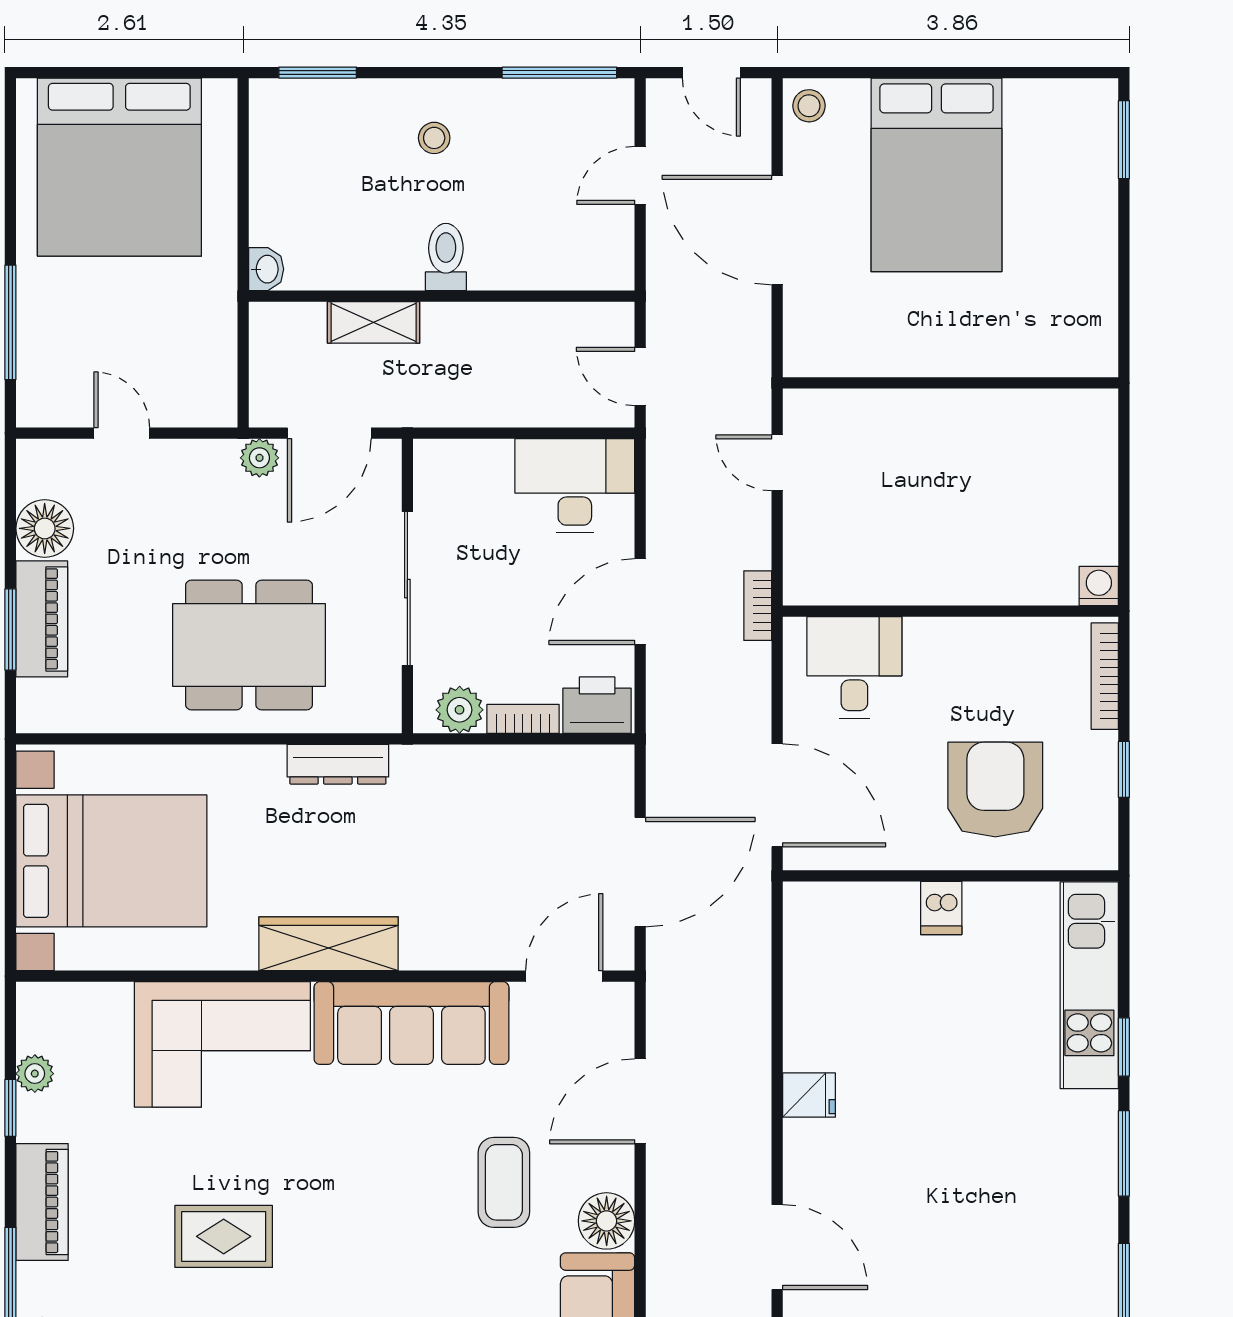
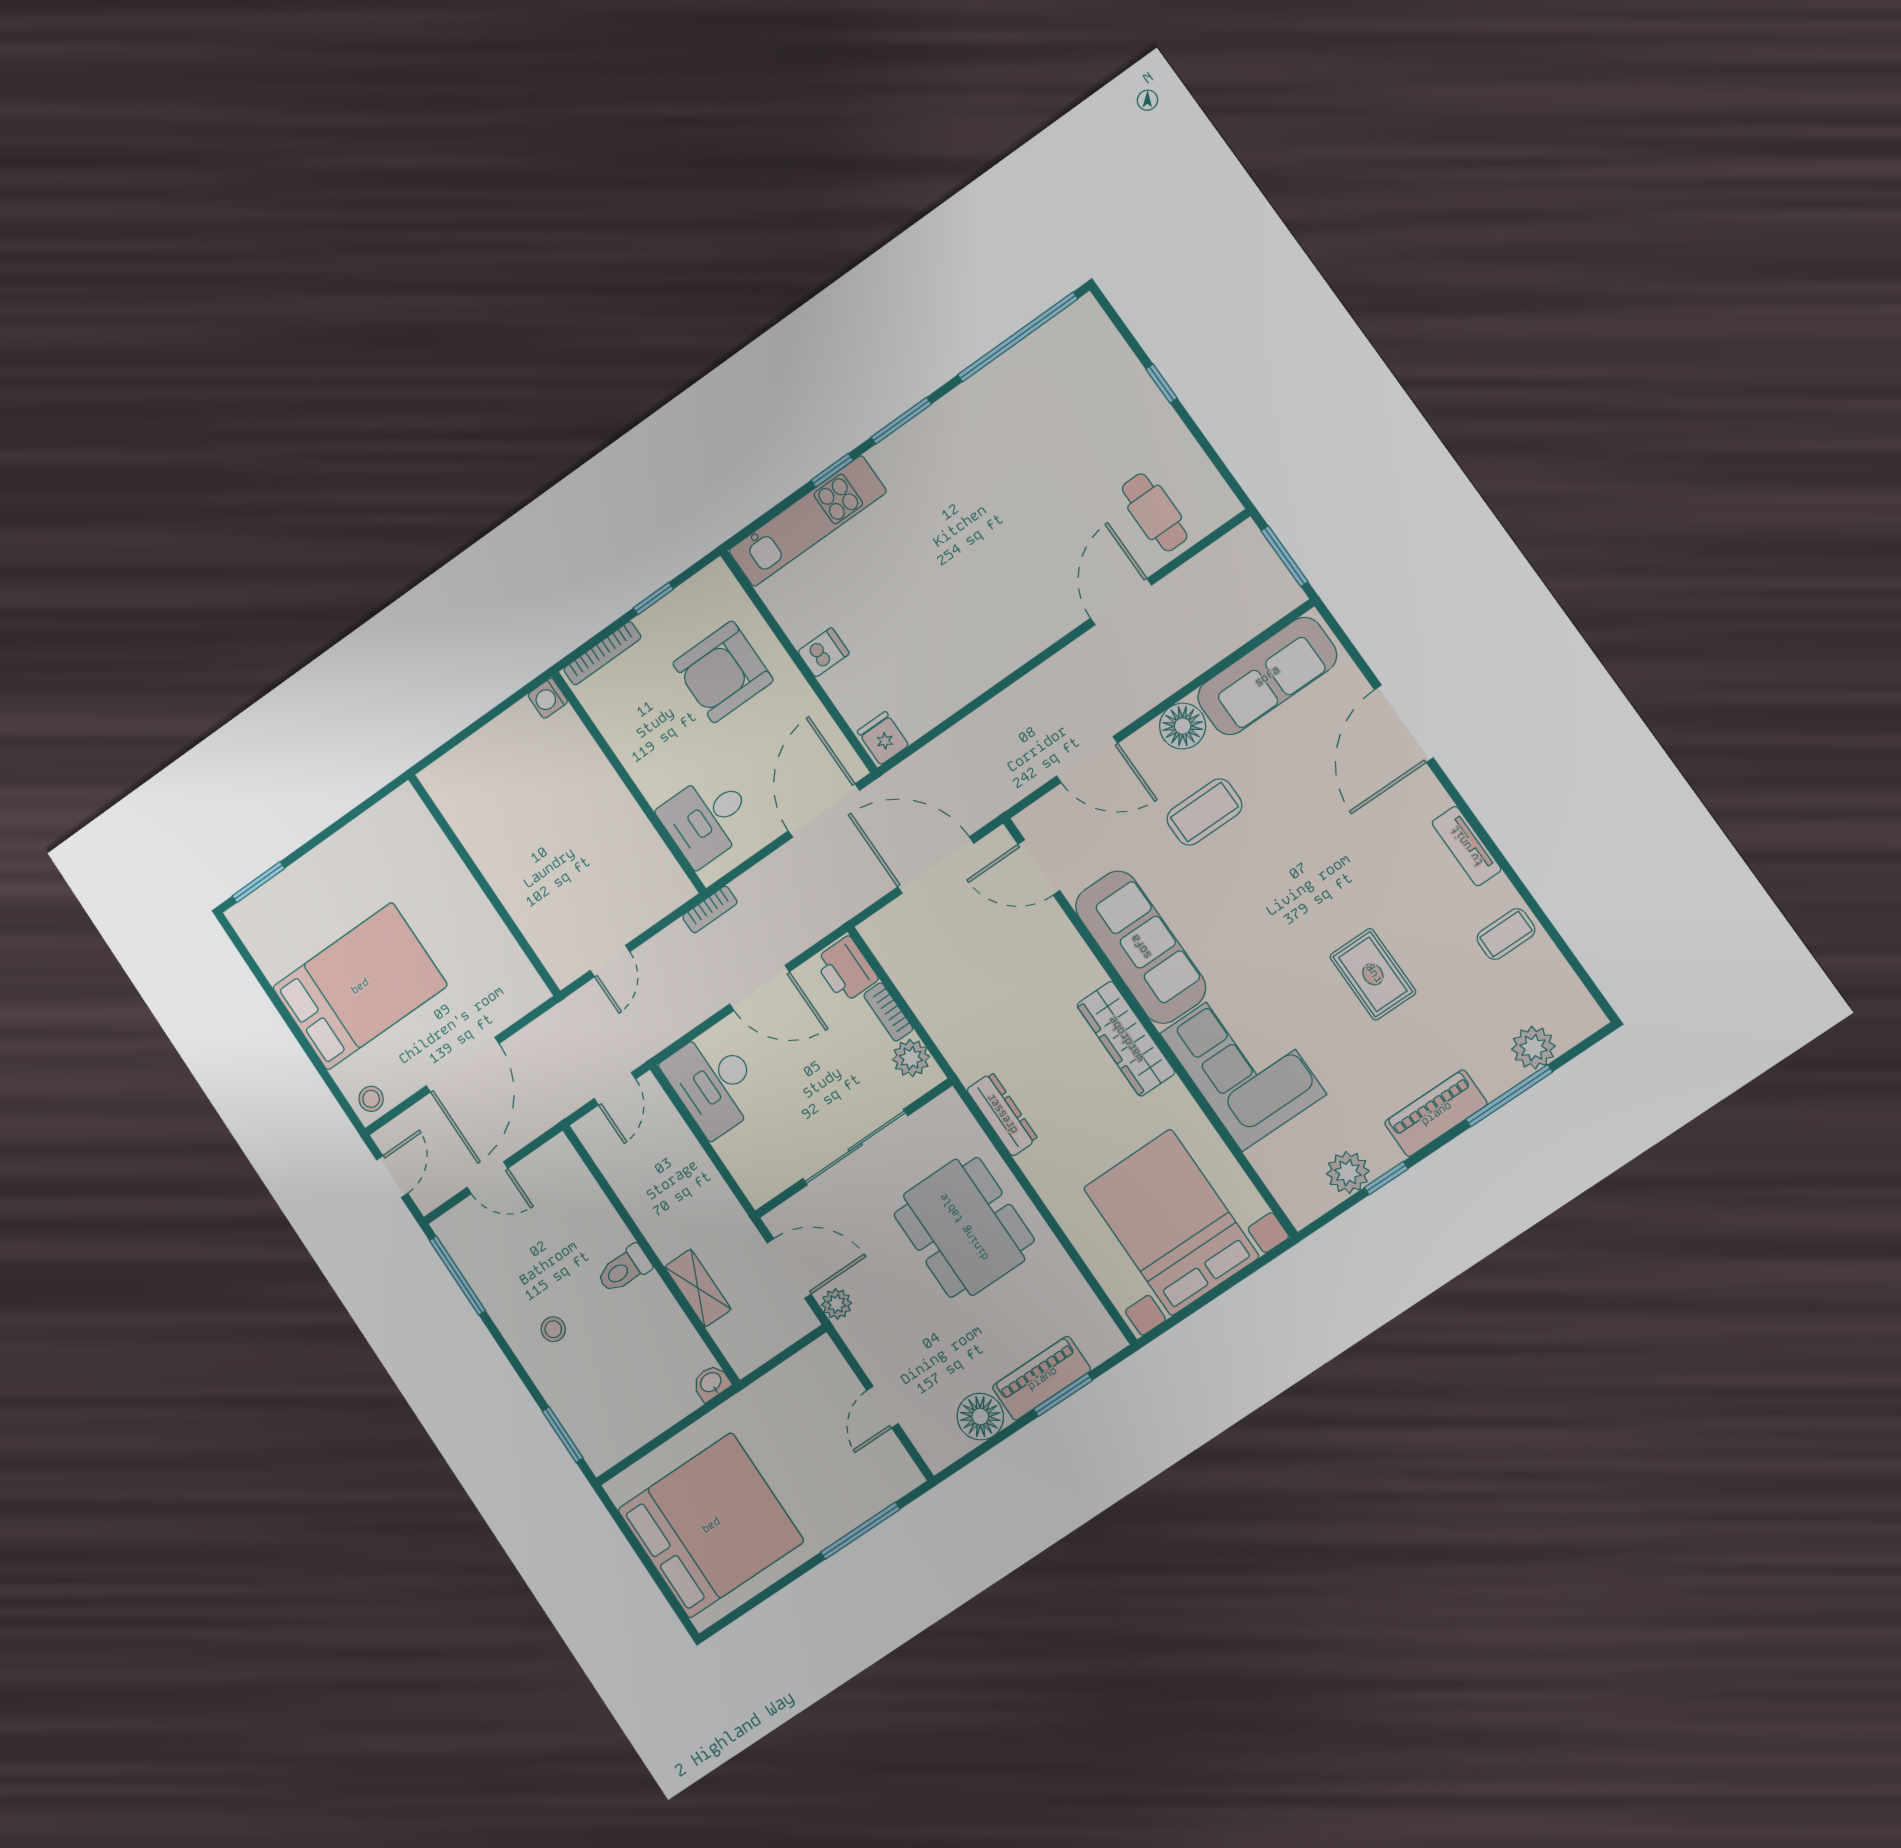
plant: (35, 1074) -> (1348, 1172), width x1.38, depth x1.38
fridge: (809, 1095) -> (883, 738), moved

